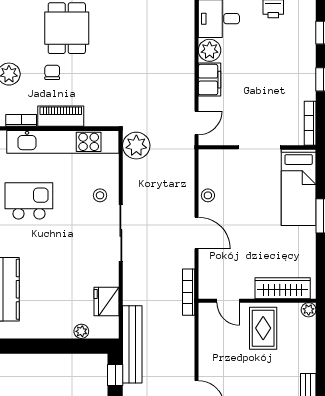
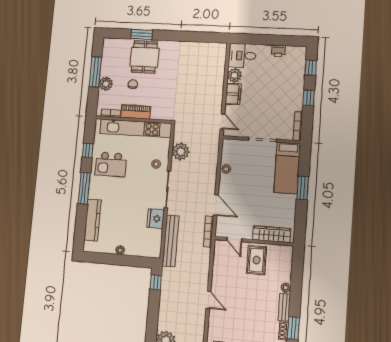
door: (197, 123) -> (222, 121), hinge flipped
plant: (136, 146) -> (181, 151), moved
kitchen island: (29, 201) -> (111, 164), turned 180
door: (197, 233) -> (216, 205), moved
fridge: (107, 302) -> (156, 219), moved
plant: (309, 310) -> (286, 288), moved
plant: (81, 331) -> (120, 250), moved
bench: (132, 344) -> (171, 241), moved

